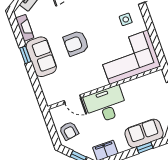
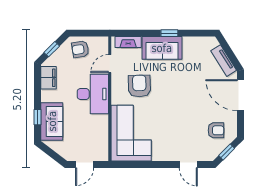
side table: (126, 19) -> (169, 143), removed
fireplace: (25, 28) -> (128, 42), moved
armchair: (76, 43) -> (139, 86), moved

